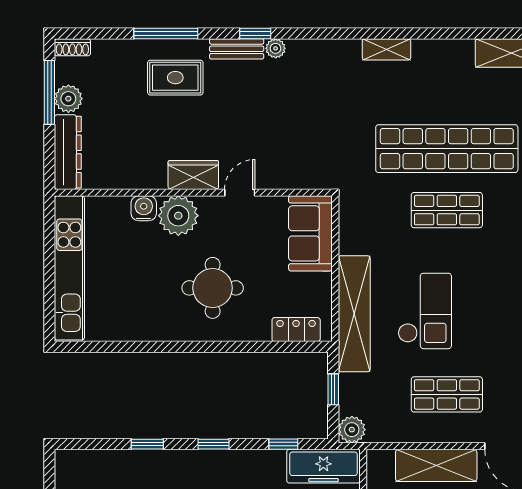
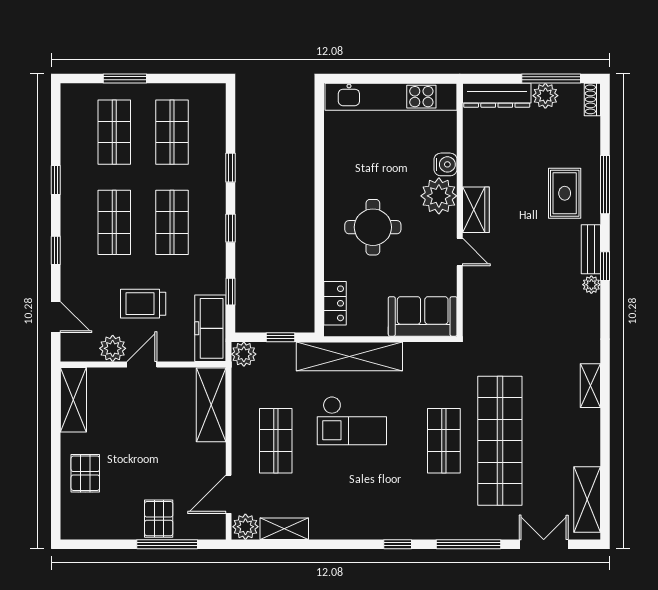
shelving: (436, 465) -> (211, 405), moved

